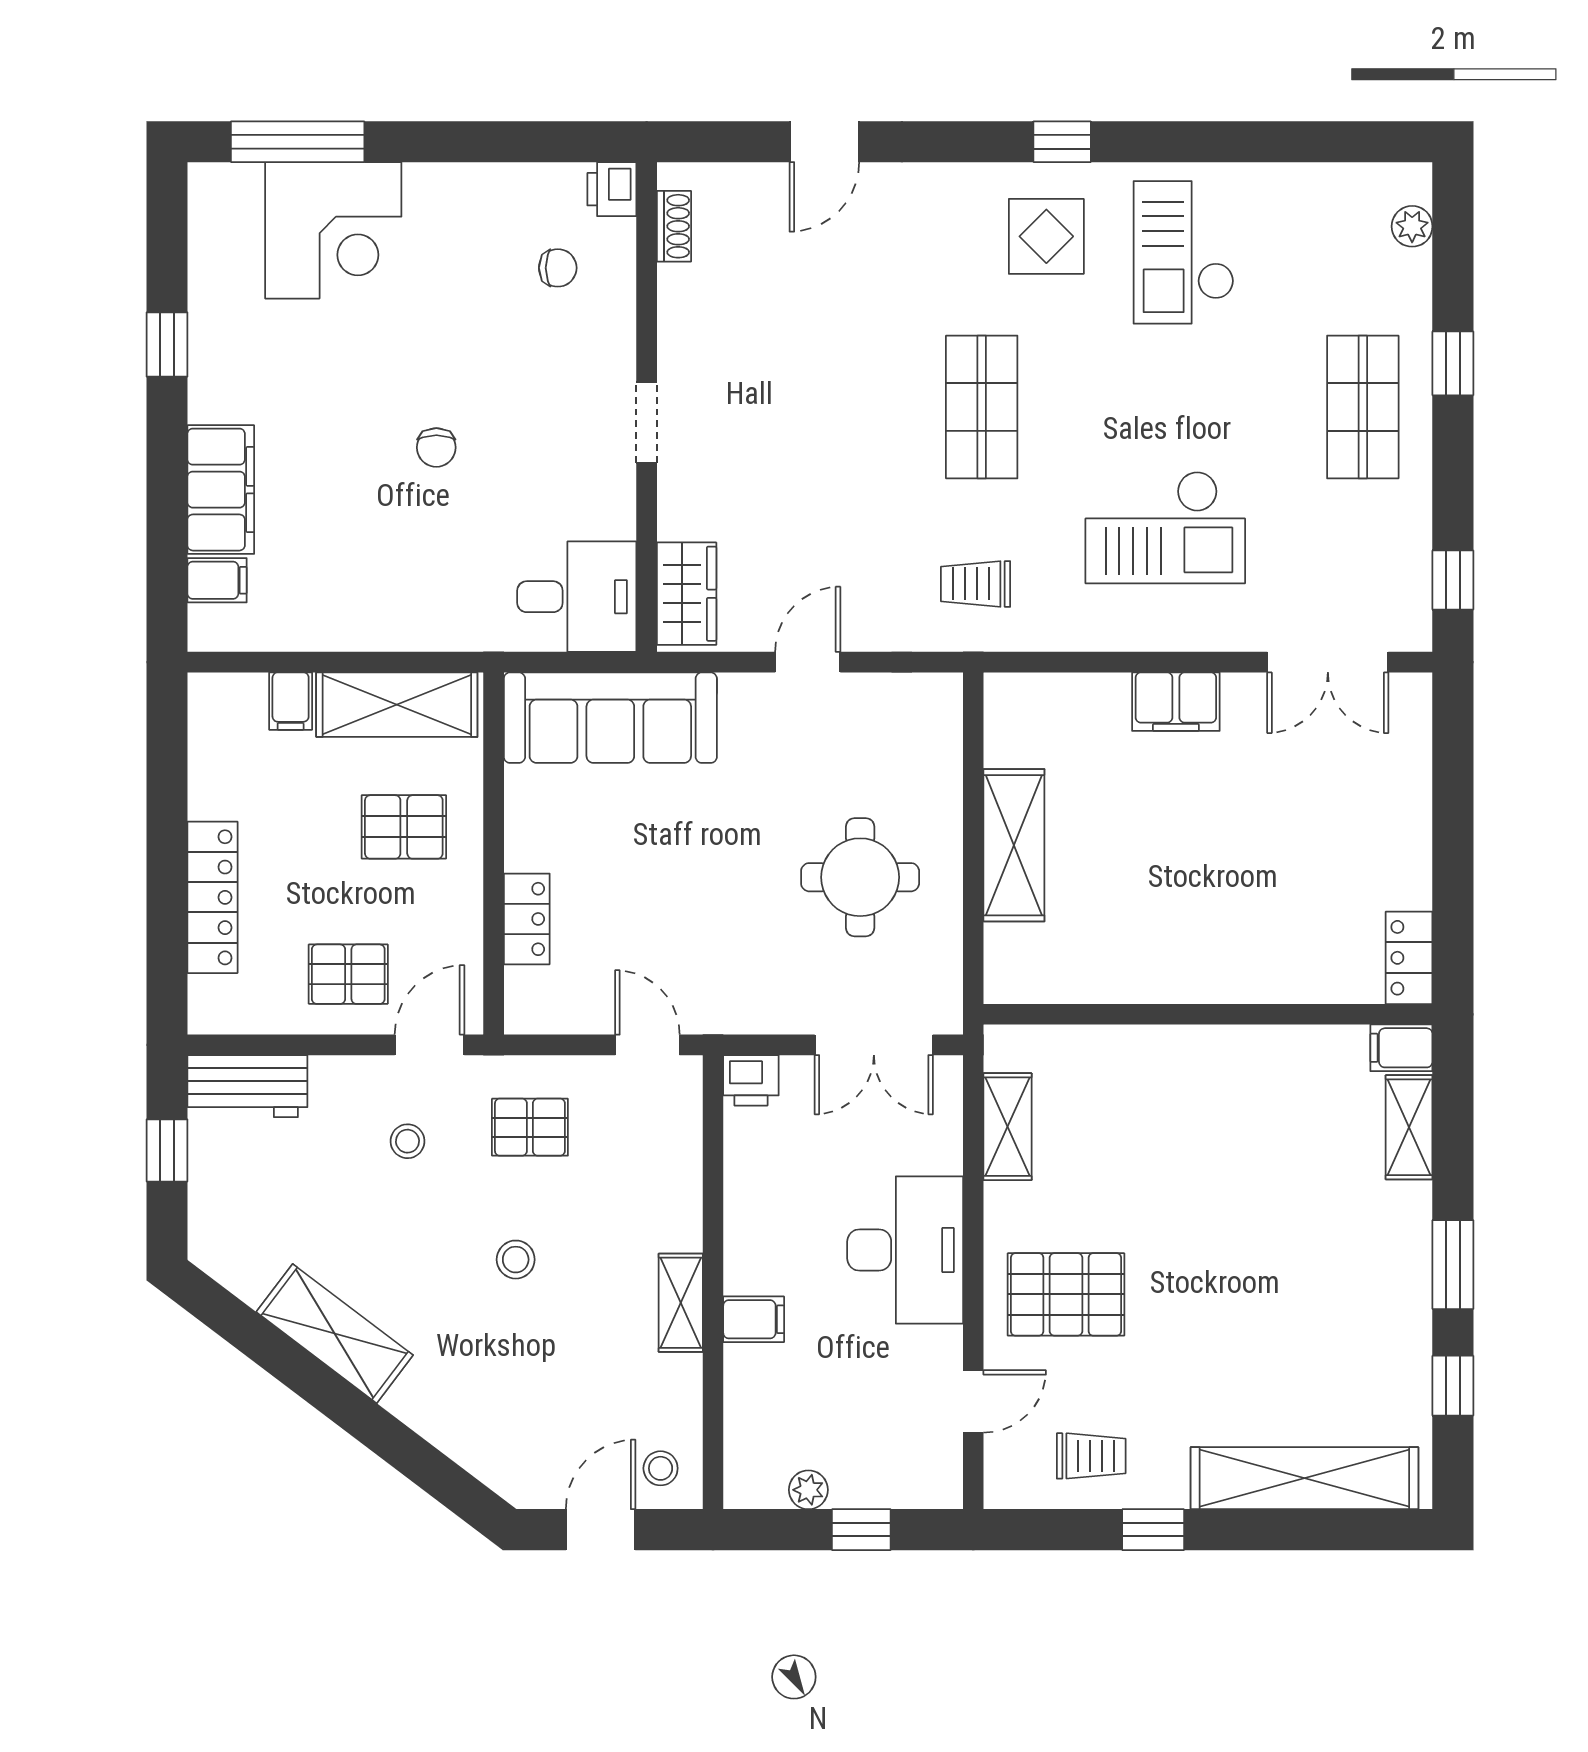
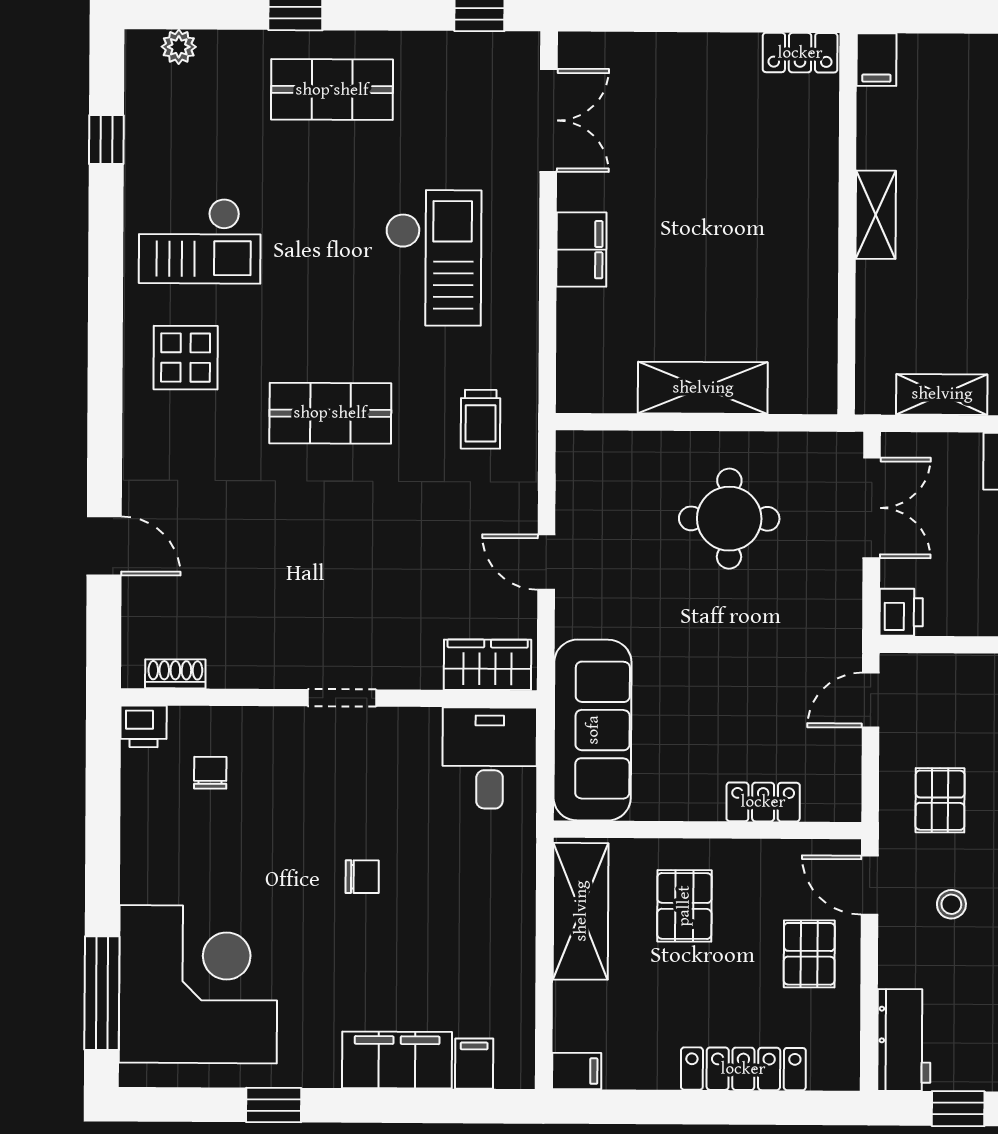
window: (1062, 142) -> (106, 140), moved
corner desk: (333, 230) -> (198, 984), width x1.36, depth x1.36
filing cabinet: (291, 701) -> (577, 1071), moved
shelving: (1409, 1127) -> (876, 215), moved, turned 90

